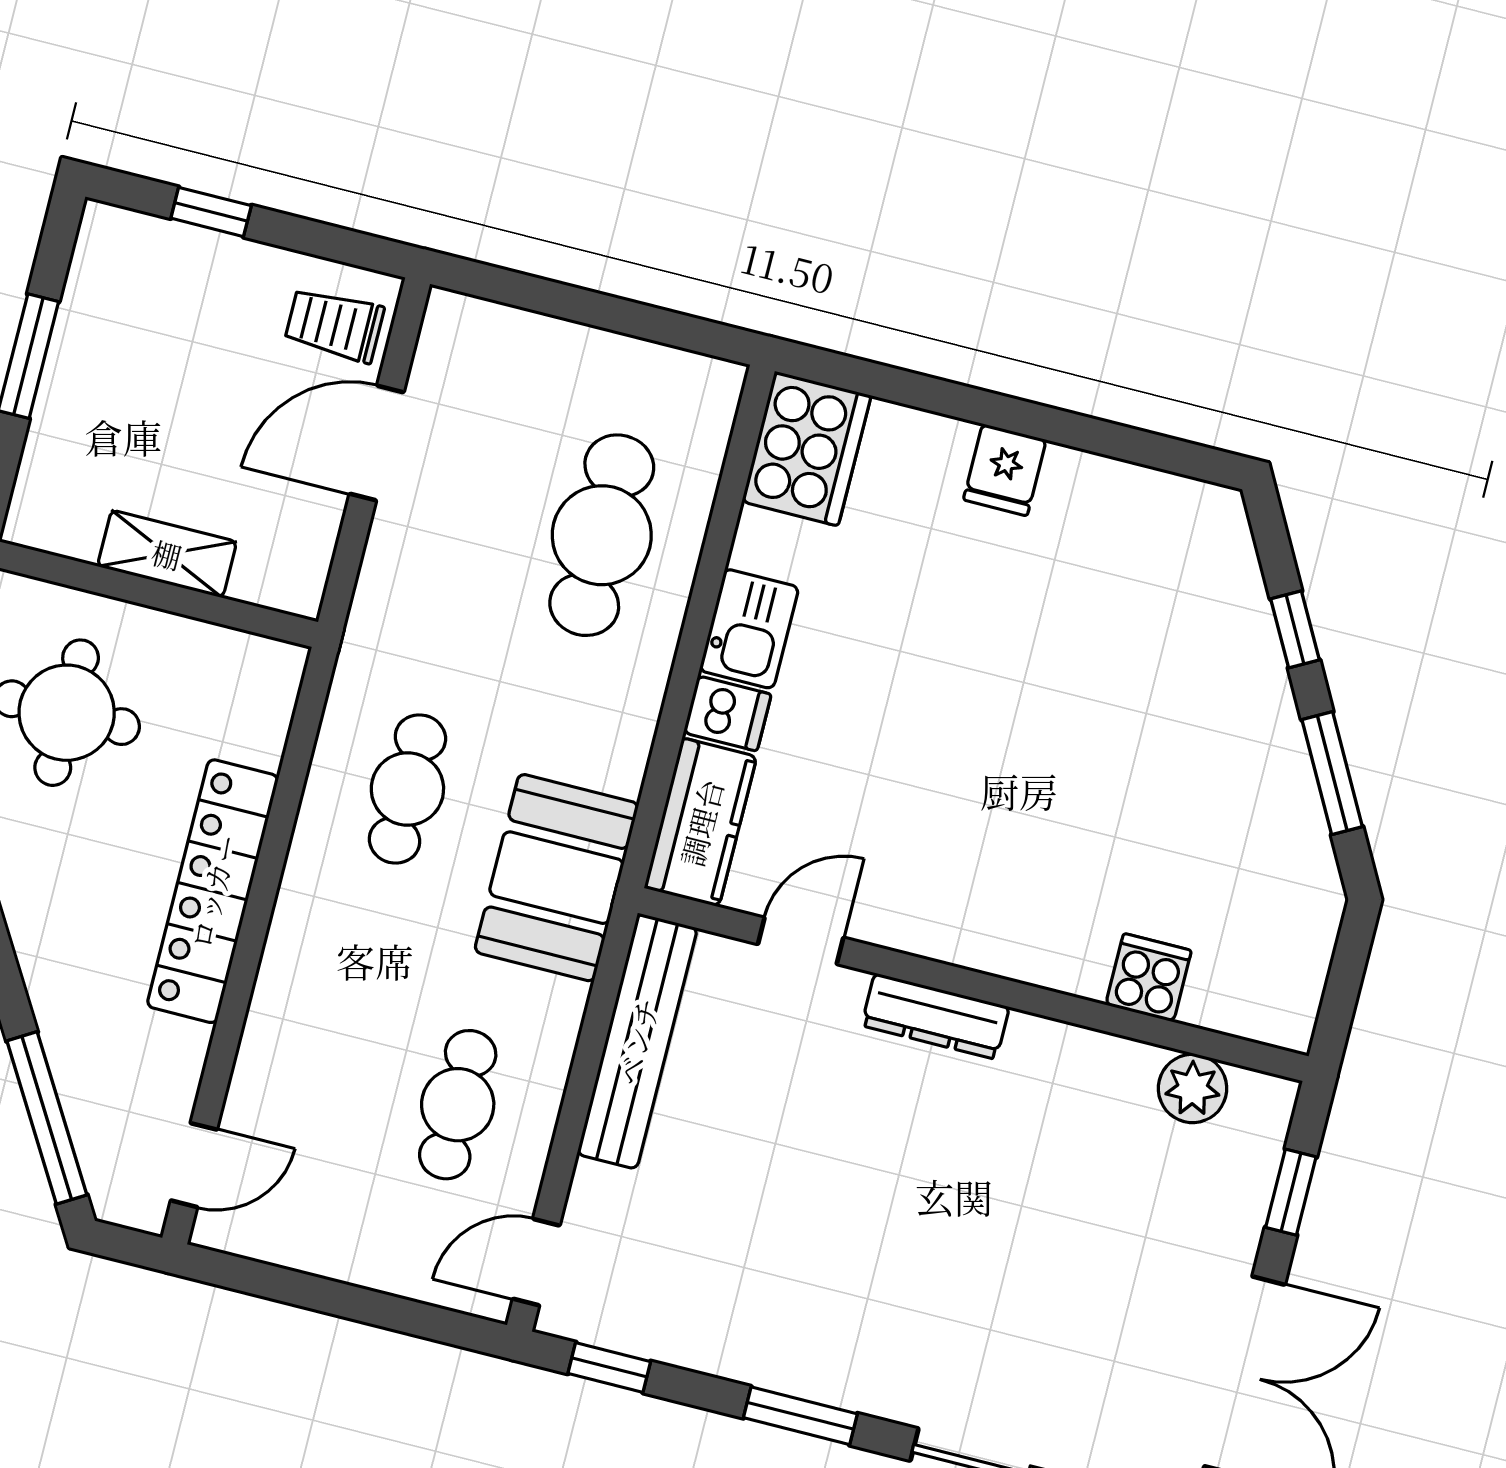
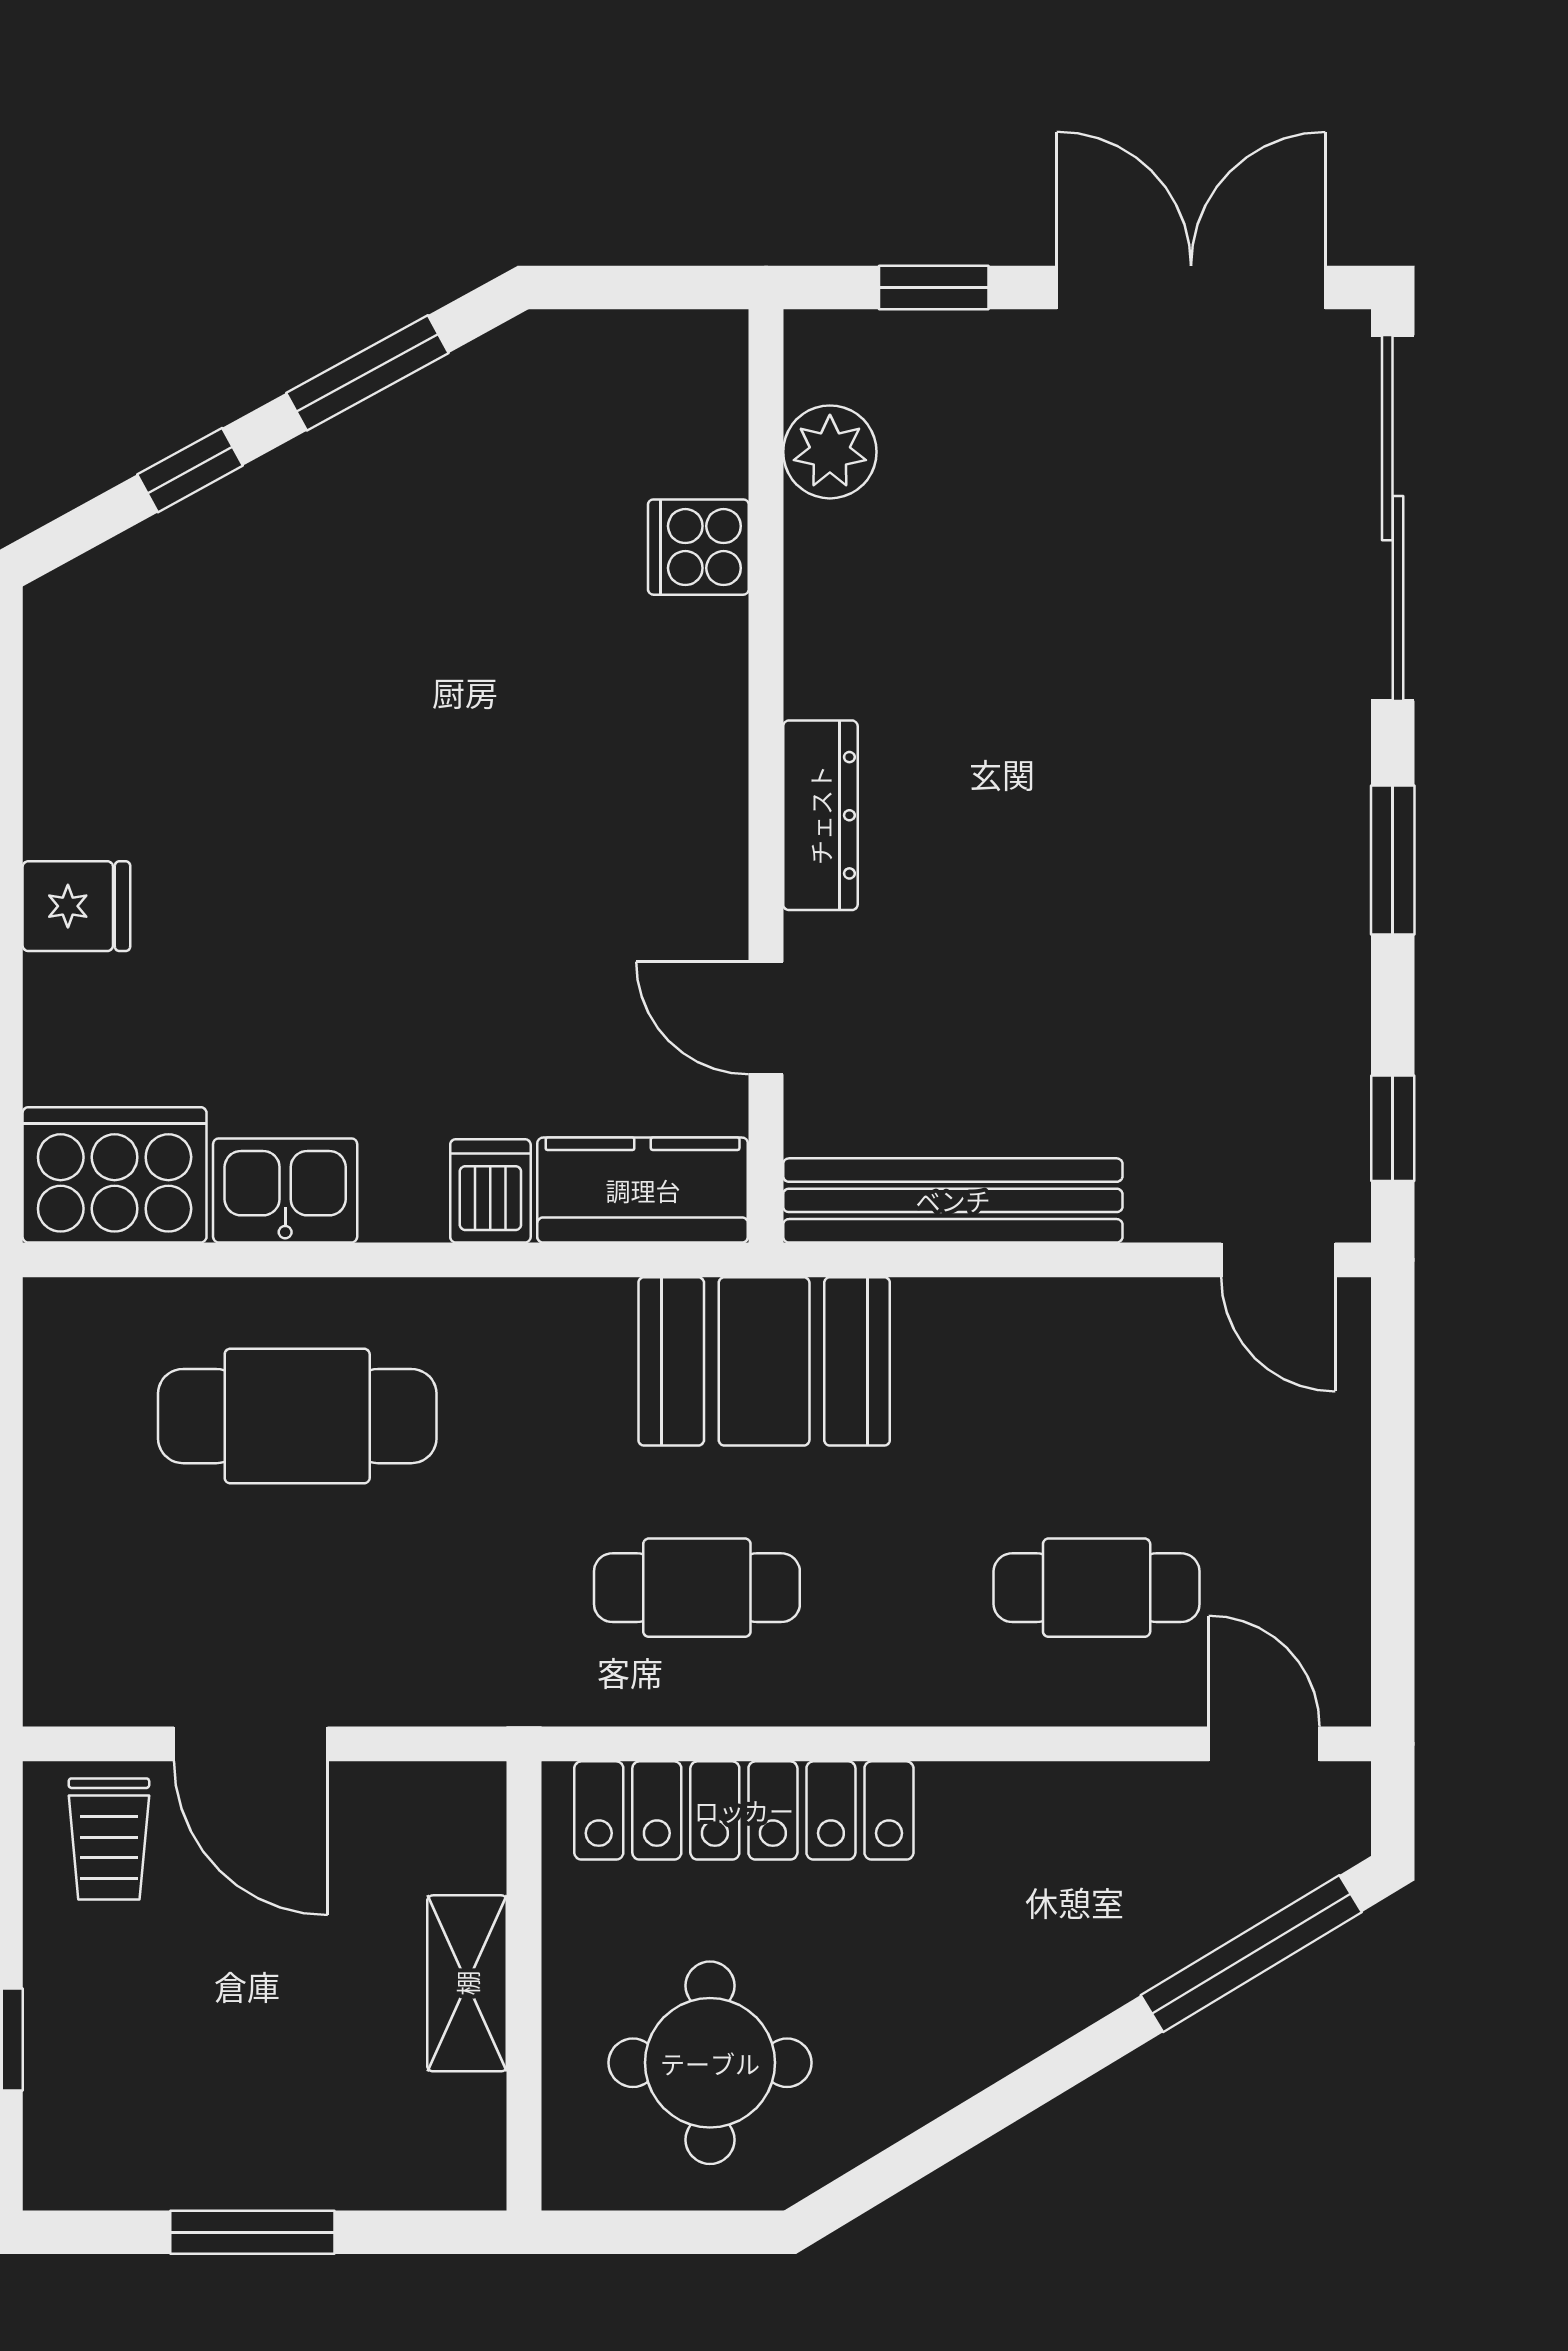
kitchen sink: (749, 629) -> (285, 1190), moved
locker: (213, 891) -> (744, 1810), moved
cafe table: (458, 1105) -> (1097, 1588), moved

